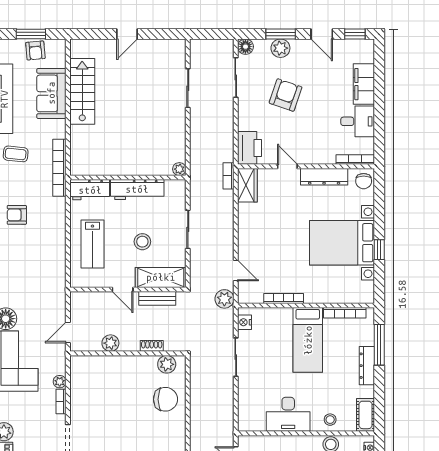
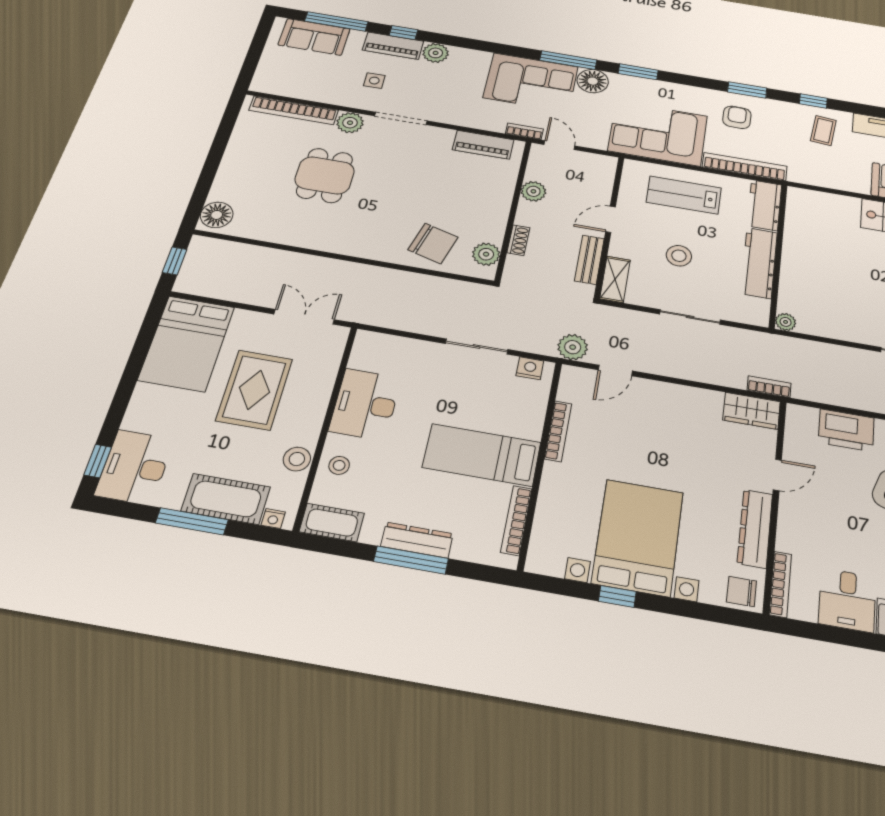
printer: (249, 148) -> (846, 430), moved
bookcase: (59, 168) -> (745, 167), moved
corner sofa: (43, 268) -> (658, 133), added
shelving: (161, 277) -> (615, 279), width x0.67, depth x0.75
window: (379, 345) -> (411, 560), moved
plant: (60, 382) -> (491, 124), removed
piano: (79, 383) -> (483, 145), added
chair: (165, 399) -> (433, 244), turned -74
bookcase: (61, 402) -> (524, 131), moved

